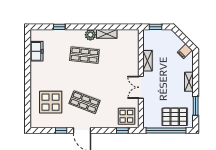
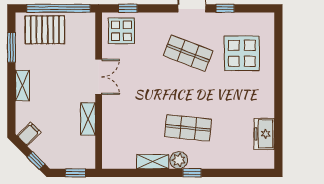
window: (59, 27) -> (192, 173), moved
window: (180, 35) -> (36, 160), added

